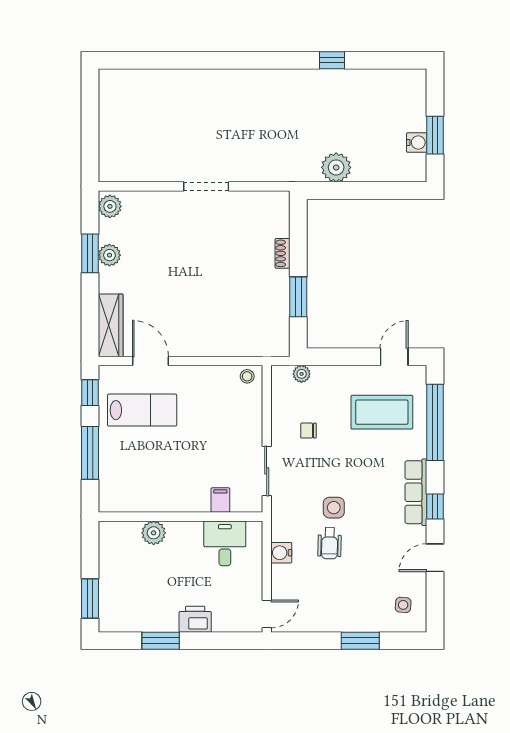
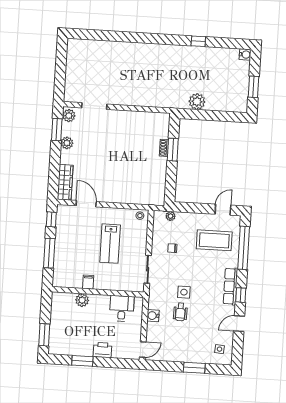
water cooler: (417, 142) -> (245, 54), moved
doorway: (206, 186) -> (94, 106), moved
window: (90, 253) -> (57, 130), moved
window: (298, 297) -> (173, 150), moved
lab bench: (142, 410) -> (110, 244), moved, turned 90
filing cabinet: (220, 500) -> (88, 282), moved

